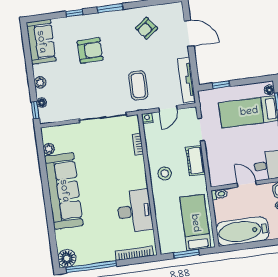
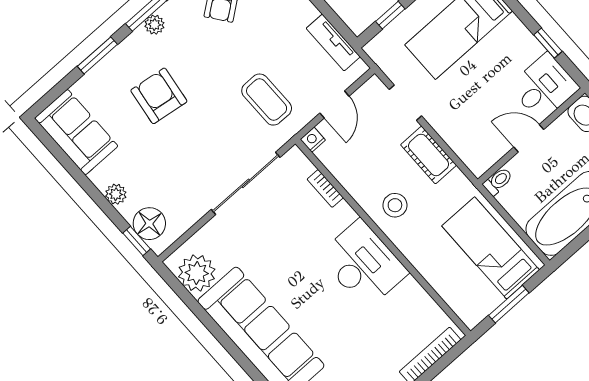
window: (74, 13) -> (97, 55), width x1.50
plant: (110, 17) -> (154, 25), added
armchair: (90, 51) -> (159, 96), turned -81
tv unit: (186, 80) -> (333, 43), width x0.71
floor lamp: (42, 103) -> (149, 224), width x1.89, depth x1.89
plant: (49, 149) -> (197, 273), width x1.87, depth x1.87
desk: (135, 211) -> (363, 264), moved

